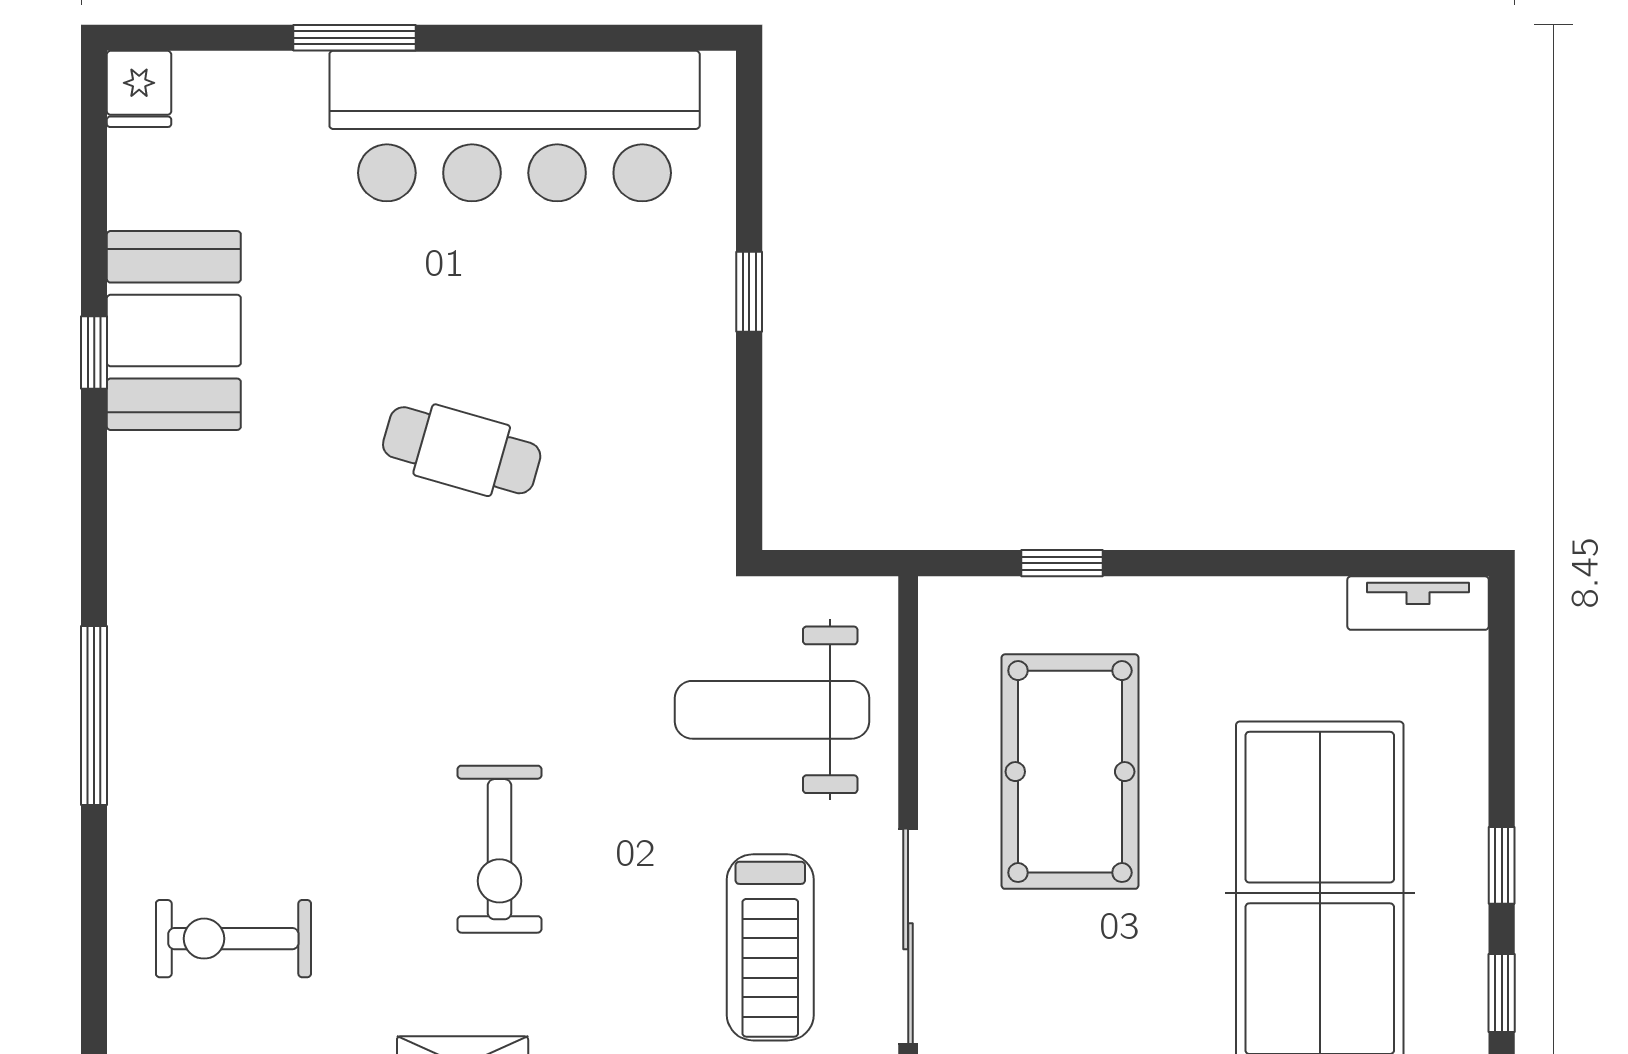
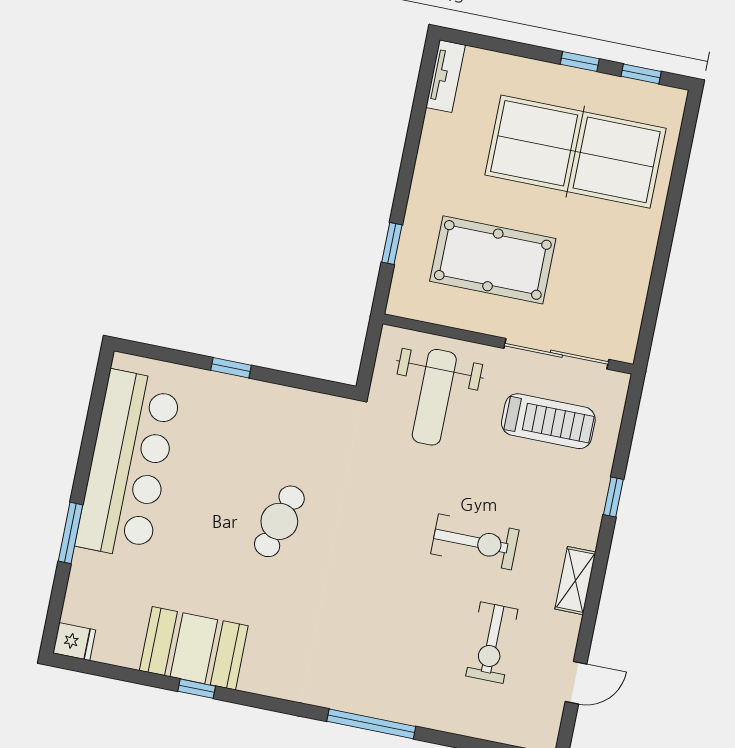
exercise bike: (233, 939) -> (492, 643), moved

